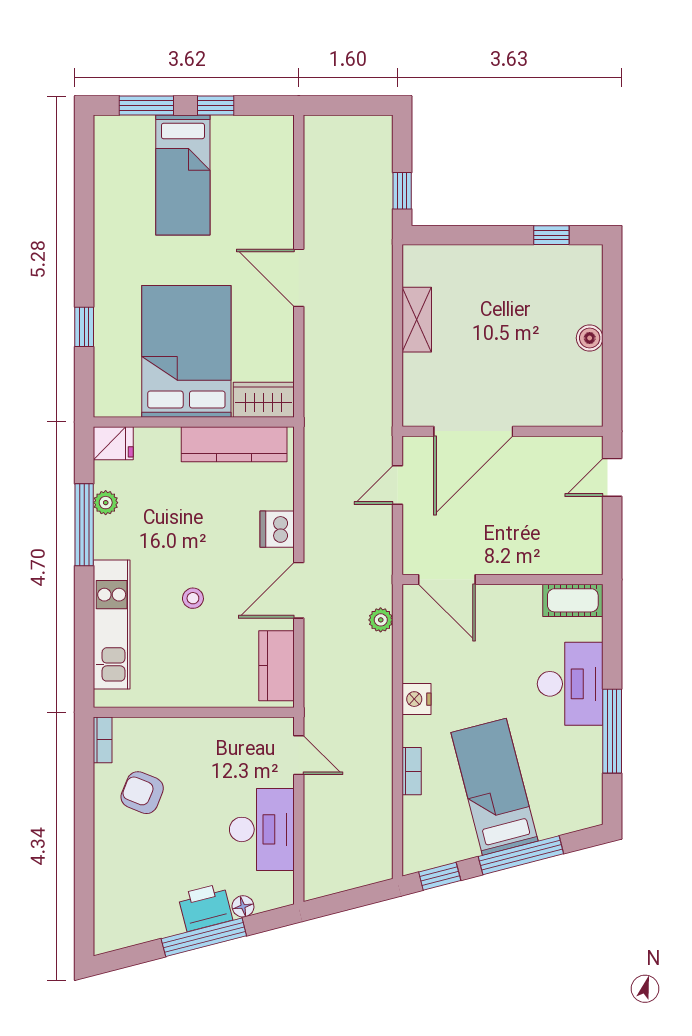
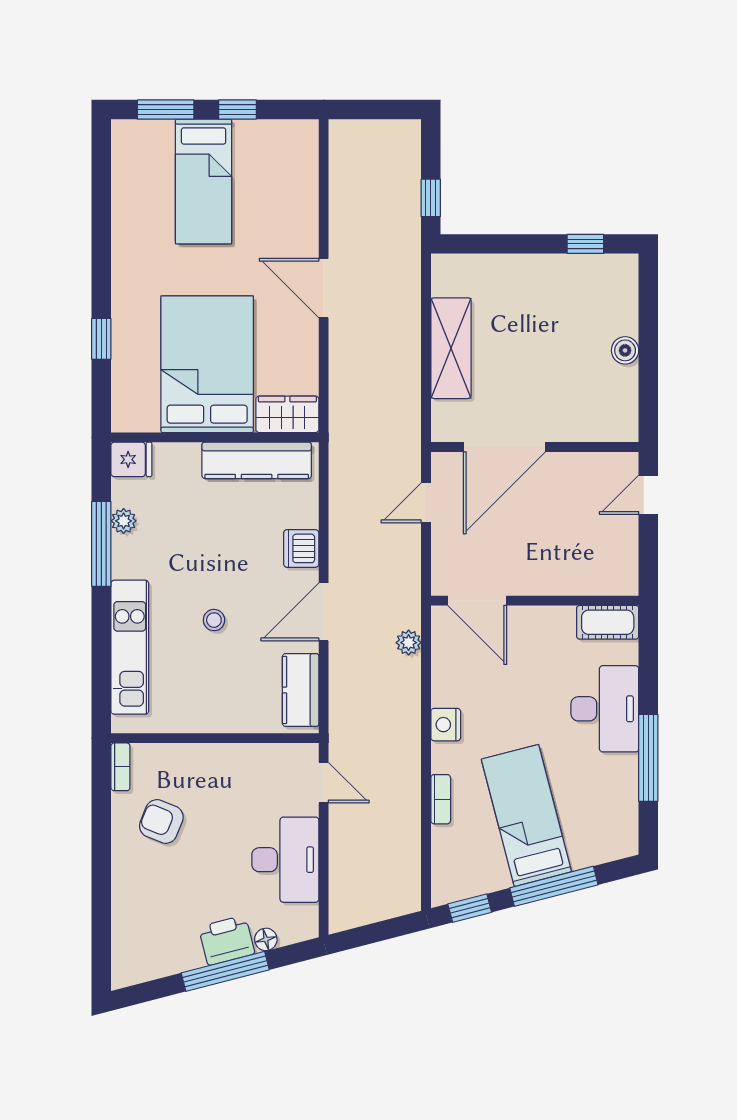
shelving: (417, 320) -> (451, 348), width x1.50, depth x1.33

